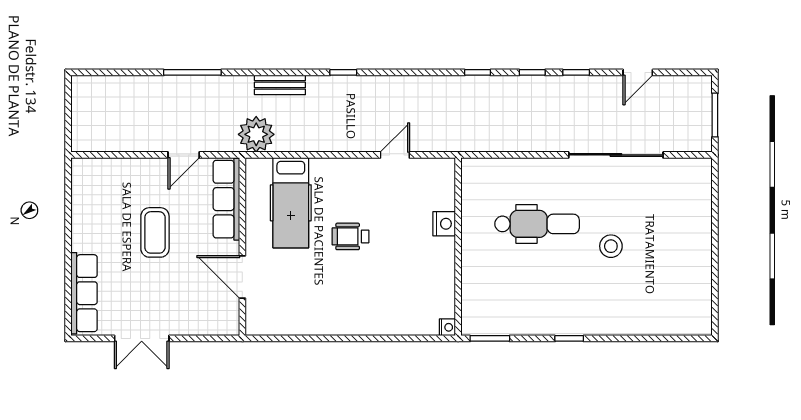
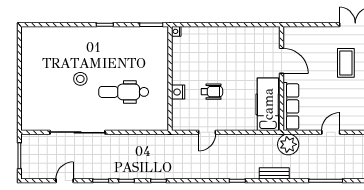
row of seats: (226, 199) -> (291, 106), moved
coffee table: (155, 232) -> (346, 63), moved
wheelchair: (351, 236) -> (212, 92), moved
wall: (242, 247) -> (281, 79), moved
door: (242, 277) -> (281, 61), moved

